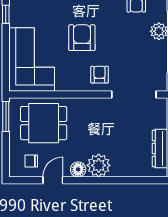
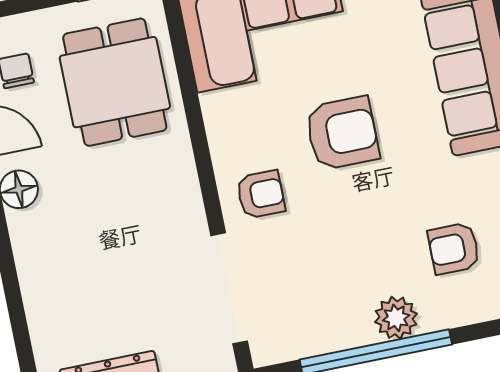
plant: (99, 165) -> (39, 237), removed

